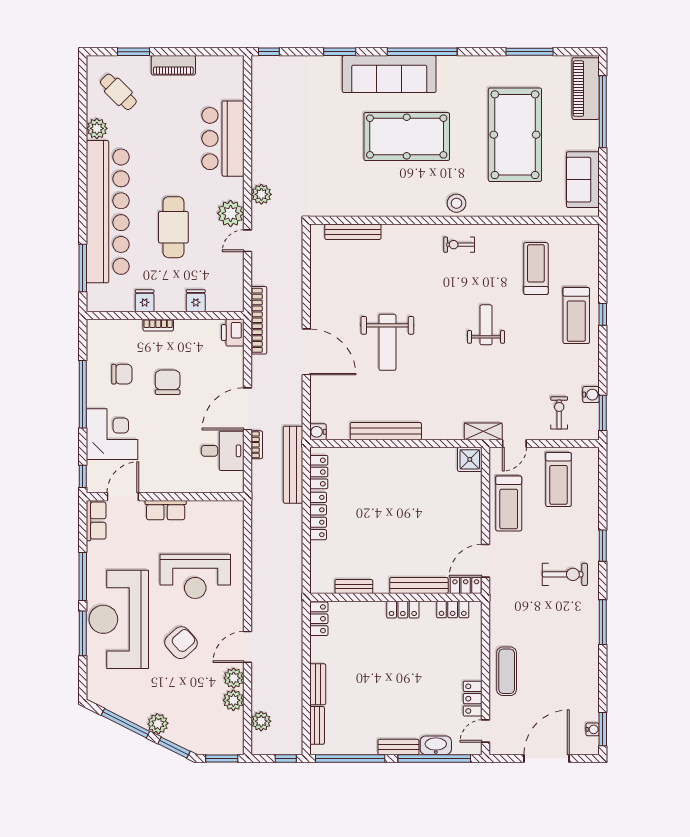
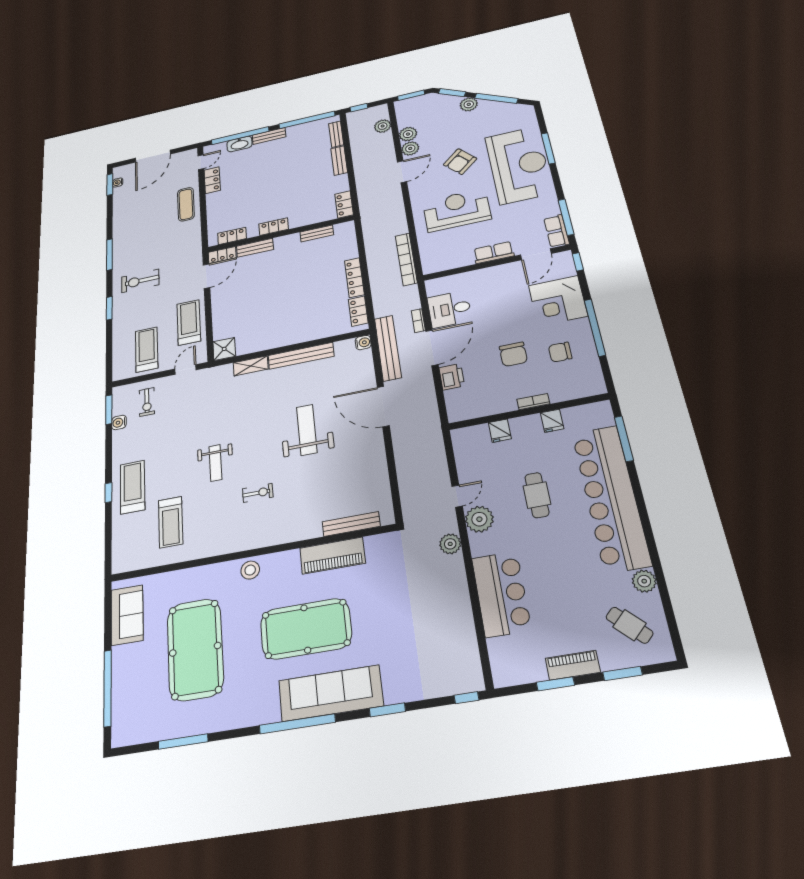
window: (191, 52) -> (555, 684), added
piano: (586, 89) -> (332, 556), moved, turned 90
cafe table: (173, 227) -> (537, 495), width x0.73, depth x0.74
exercise bike: (459, 245) -> (258, 493), moved
bookcase: (259, 320) -> (406, 259), moved
printer: (233, 333) -> (452, 377), moved
shelving: (483, 431) -> (251, 366), moved
bench: (293, 465) -> (388, 348), moved
window: (83, 576) -> (566, 217), moved
bench: (419, 586) -> (255, 248), width x0.73

